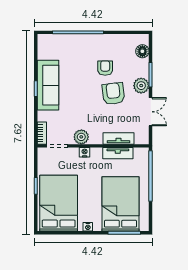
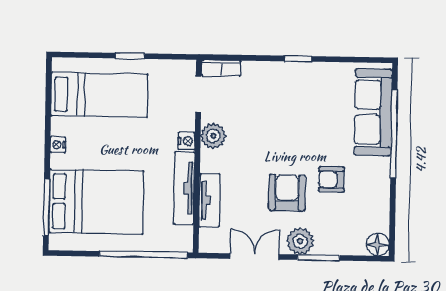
floor lamp: (142, 51) -> (378, 244), moved
armchair: (105, 68) -> (331, 179), turned 180
sofa: (48, 85) -> (373, 112), moved, turned 90
armchair: (113, 94) -> (287, 193), turned -83
double door: (151, 112) -> (255, 256), swing flipped
tv unit: (118, 153) -> (184, 188), width x1.41
bed: (59, 203) -> (99, 95), width x0.67

